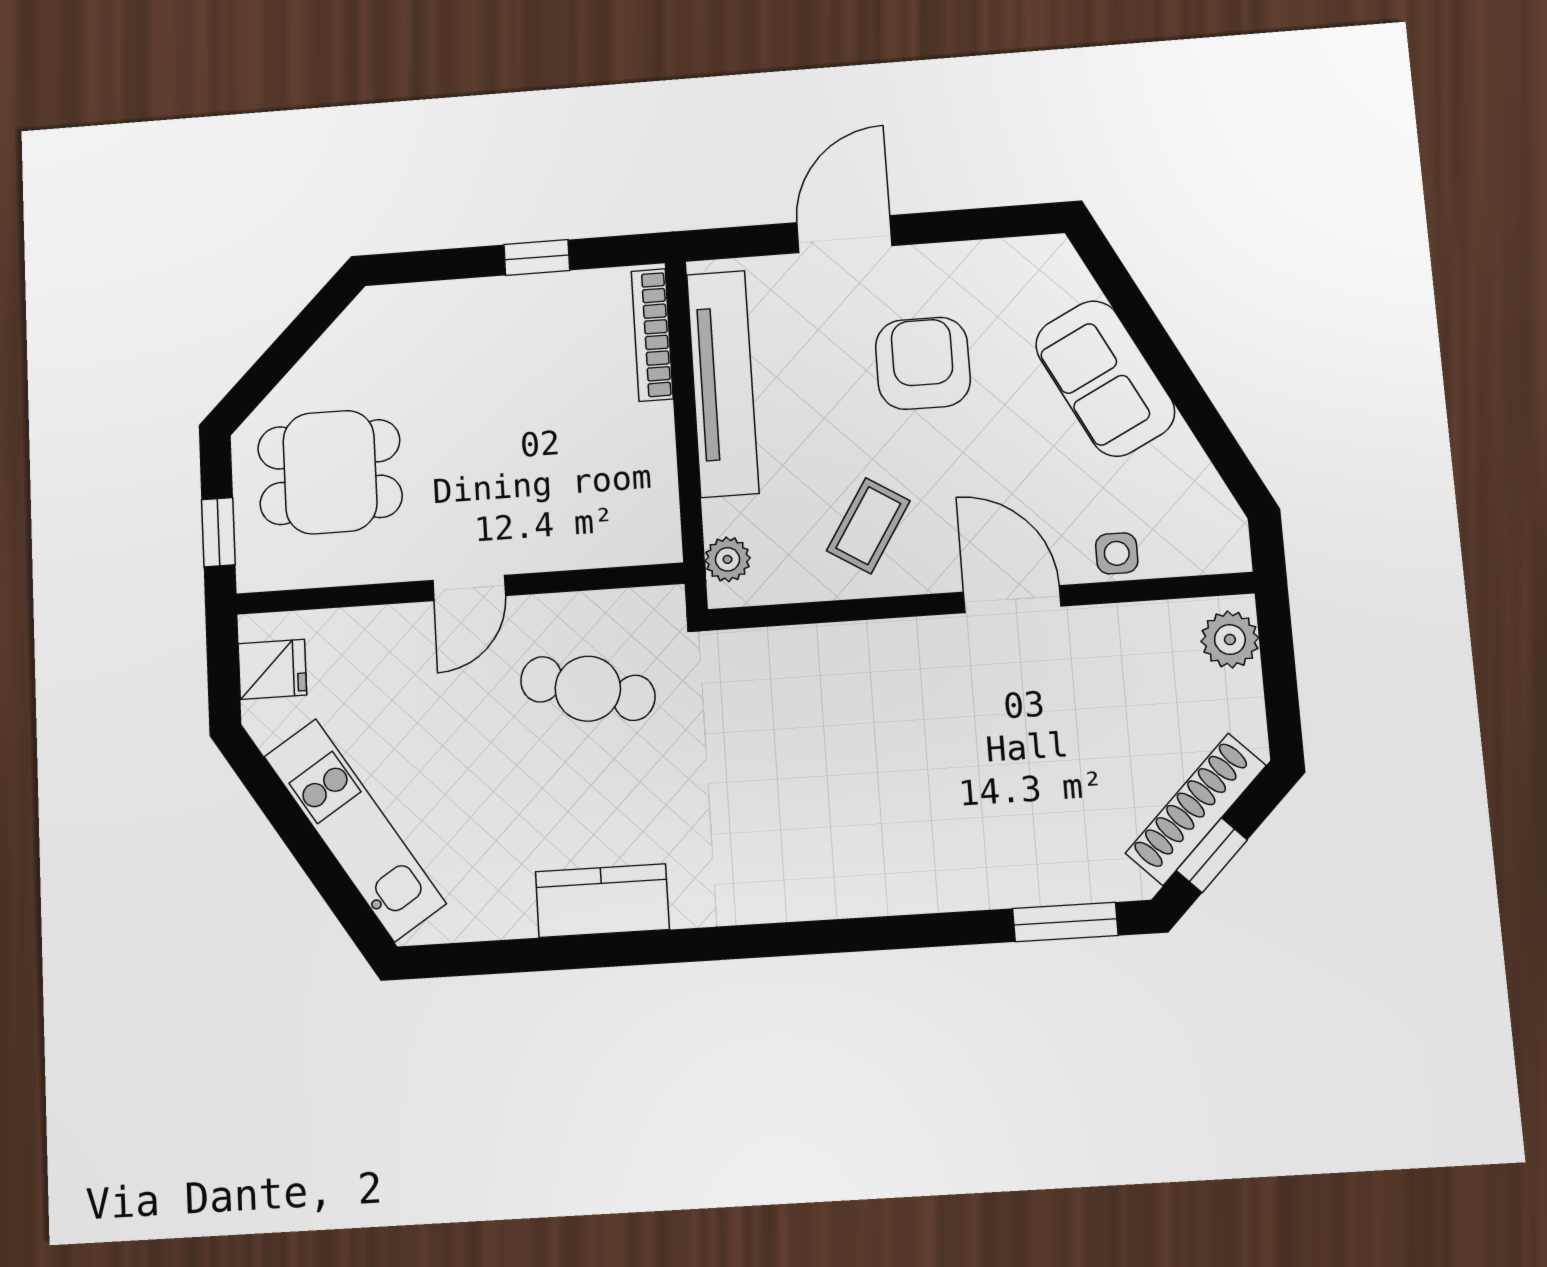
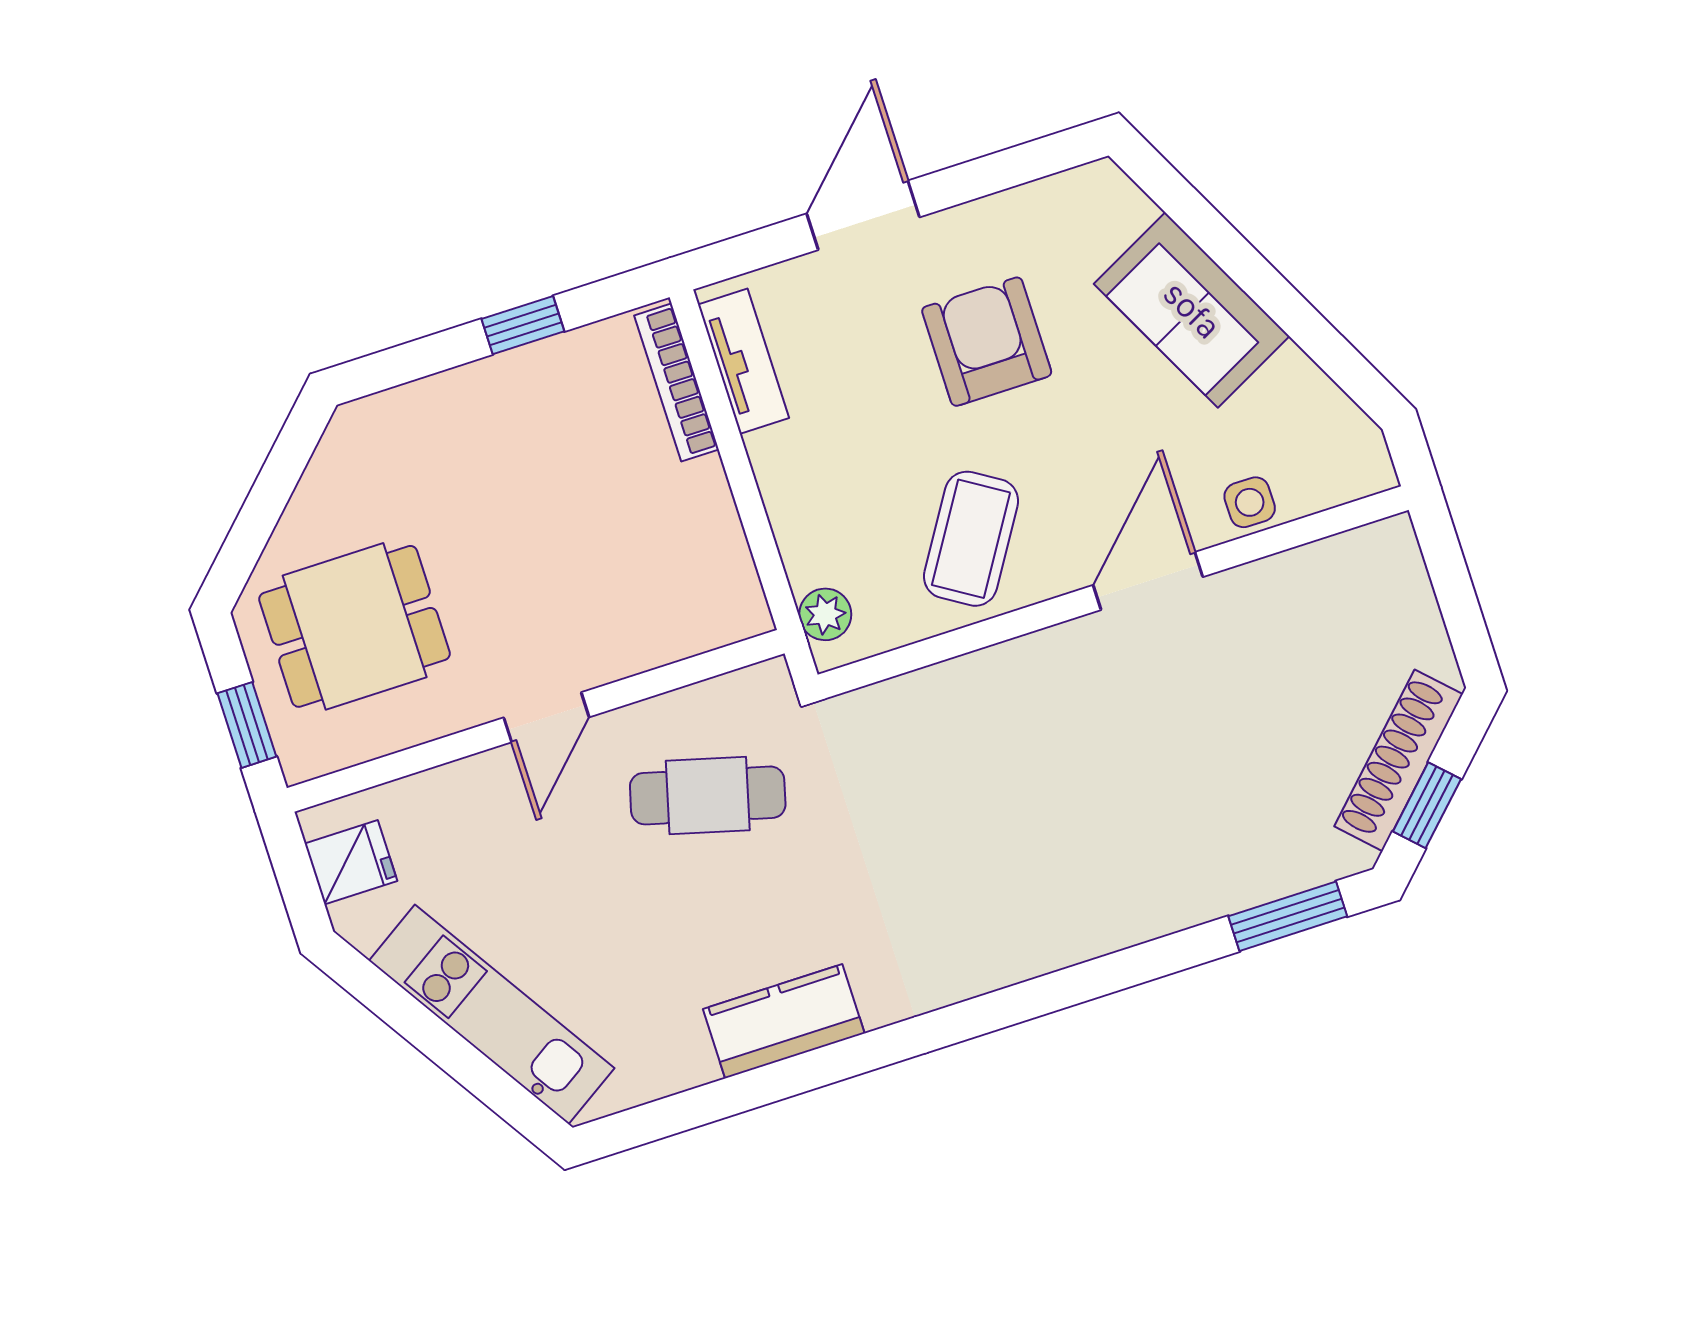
tv unit: (723, 383) -> (744, 361), width x0.52, depth x0.78
coffee table: (868, 526) -> (971, 539), width x1.36, depth x1.30
door: (1012, 599) -> (1148, 581), hinge flipped
plant: (1230, 640) -> (1393, 567), removed

